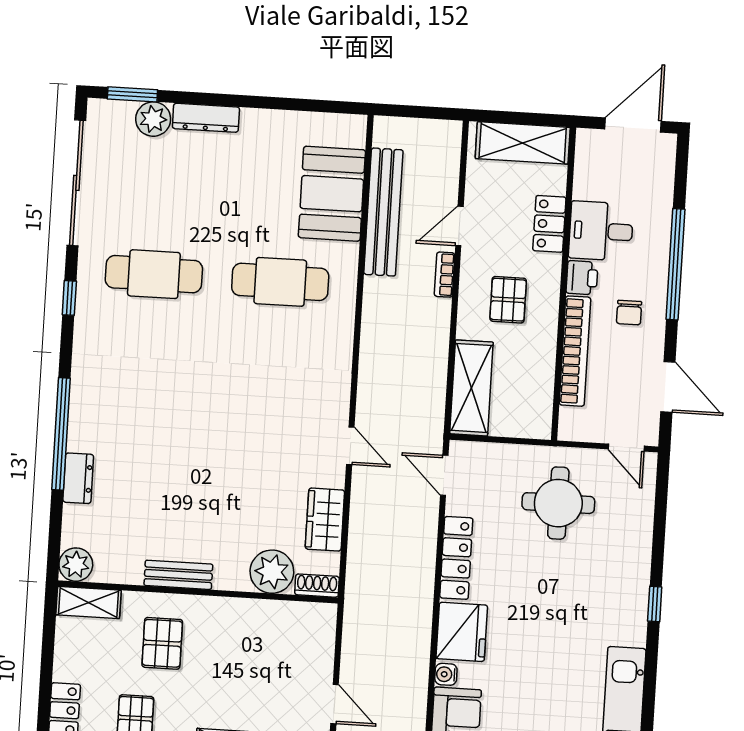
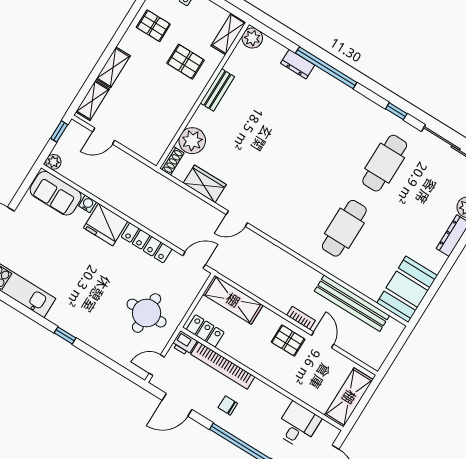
booth: (332, 194) -> (407, 289), moved, turned 90
locker: (549, 224) -> (205, 331), moved
desk: (601, 231) -> (298, 425), moved
printer: (582, 278) -> (184, 343), moved
pallet: (508, 300) -> (288, 341), moved

